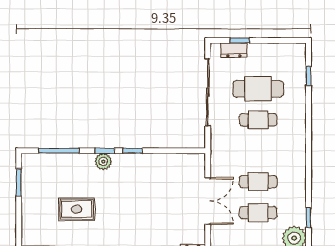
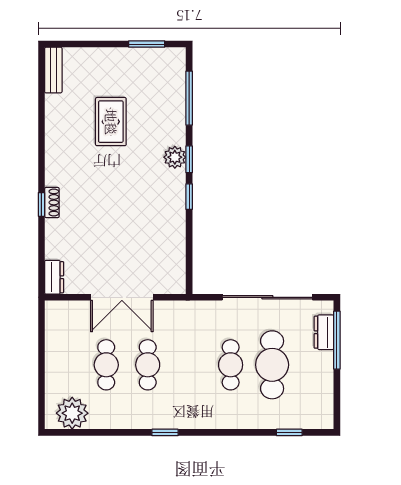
window: (240, 40) -> (337, 340), width x2.17
window: (309, 218) -> (165, 432), moved

